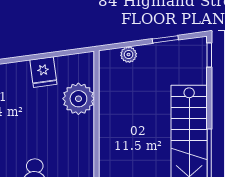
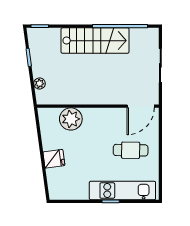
fridge: (43, 72) -> (54, 159), moved

